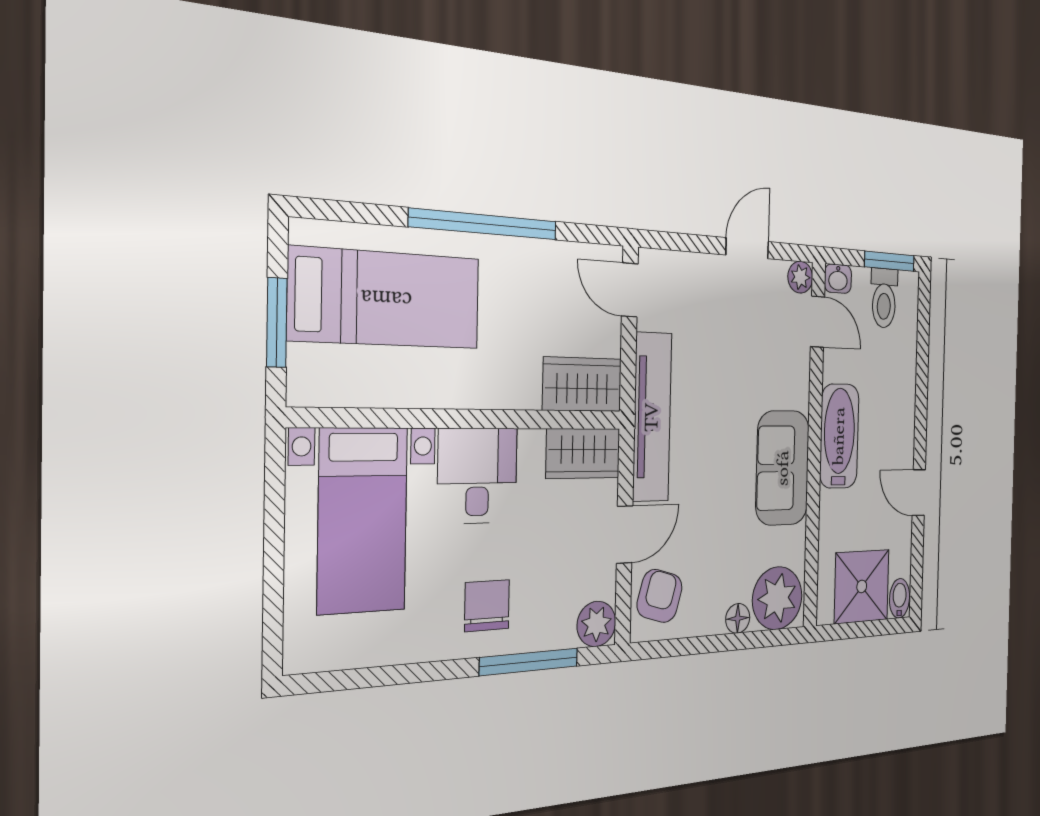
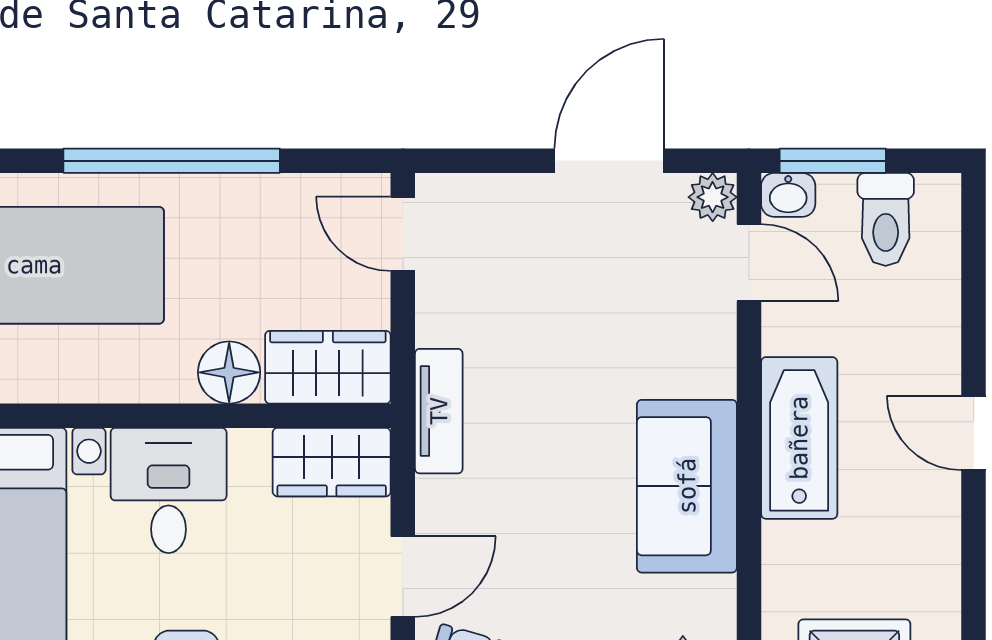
door: (747, 248) -> (609, 161), width x1.38
window: (889, 261) -> (833, 161), moved
floor lamp: (519, 387) -> (229, 372), added
tv unit: (652, 417) -> (439, 411), width x0.52, depth x0.78
door: (919, 493) -> (974, 433), moved

